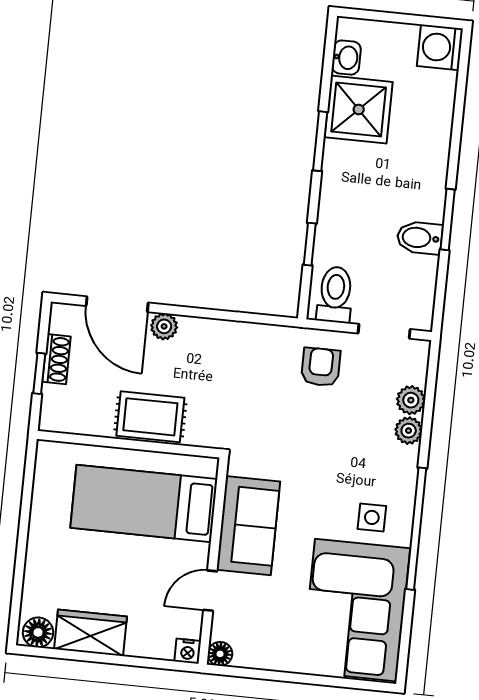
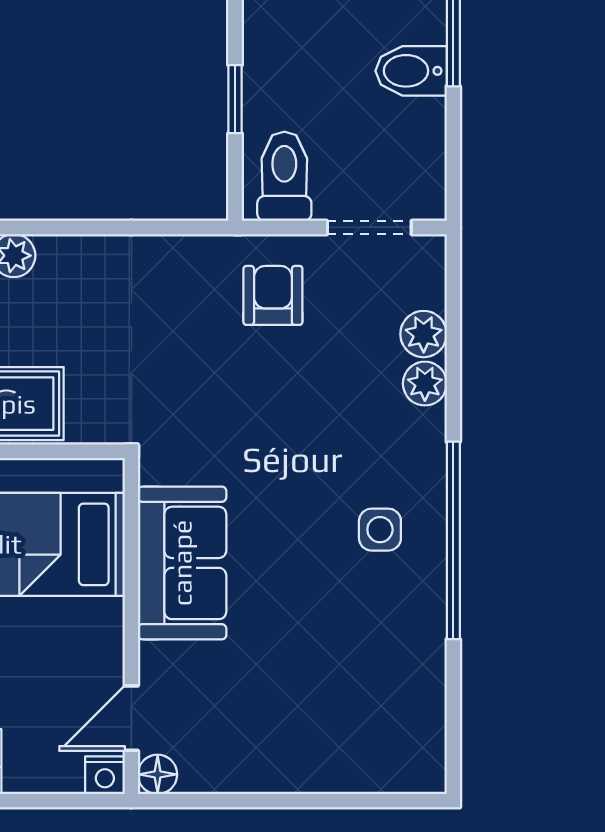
door: (210, 591) -> (131, 718), moved
corner sofa: (356, 610) -> (369, 682), removed

